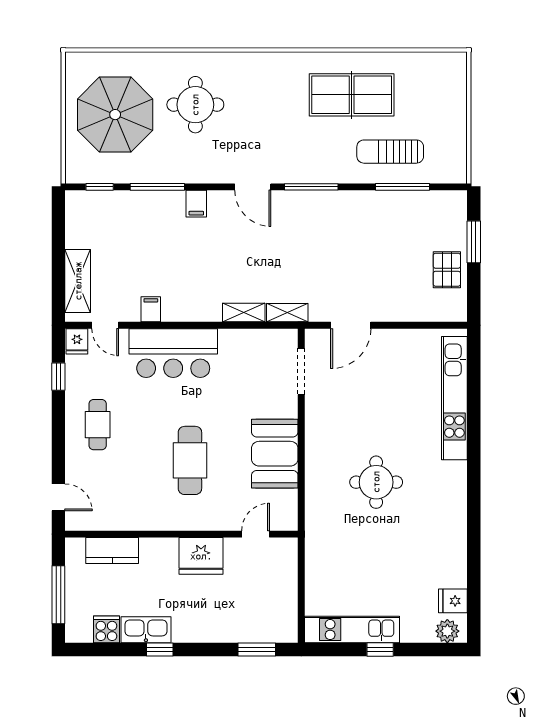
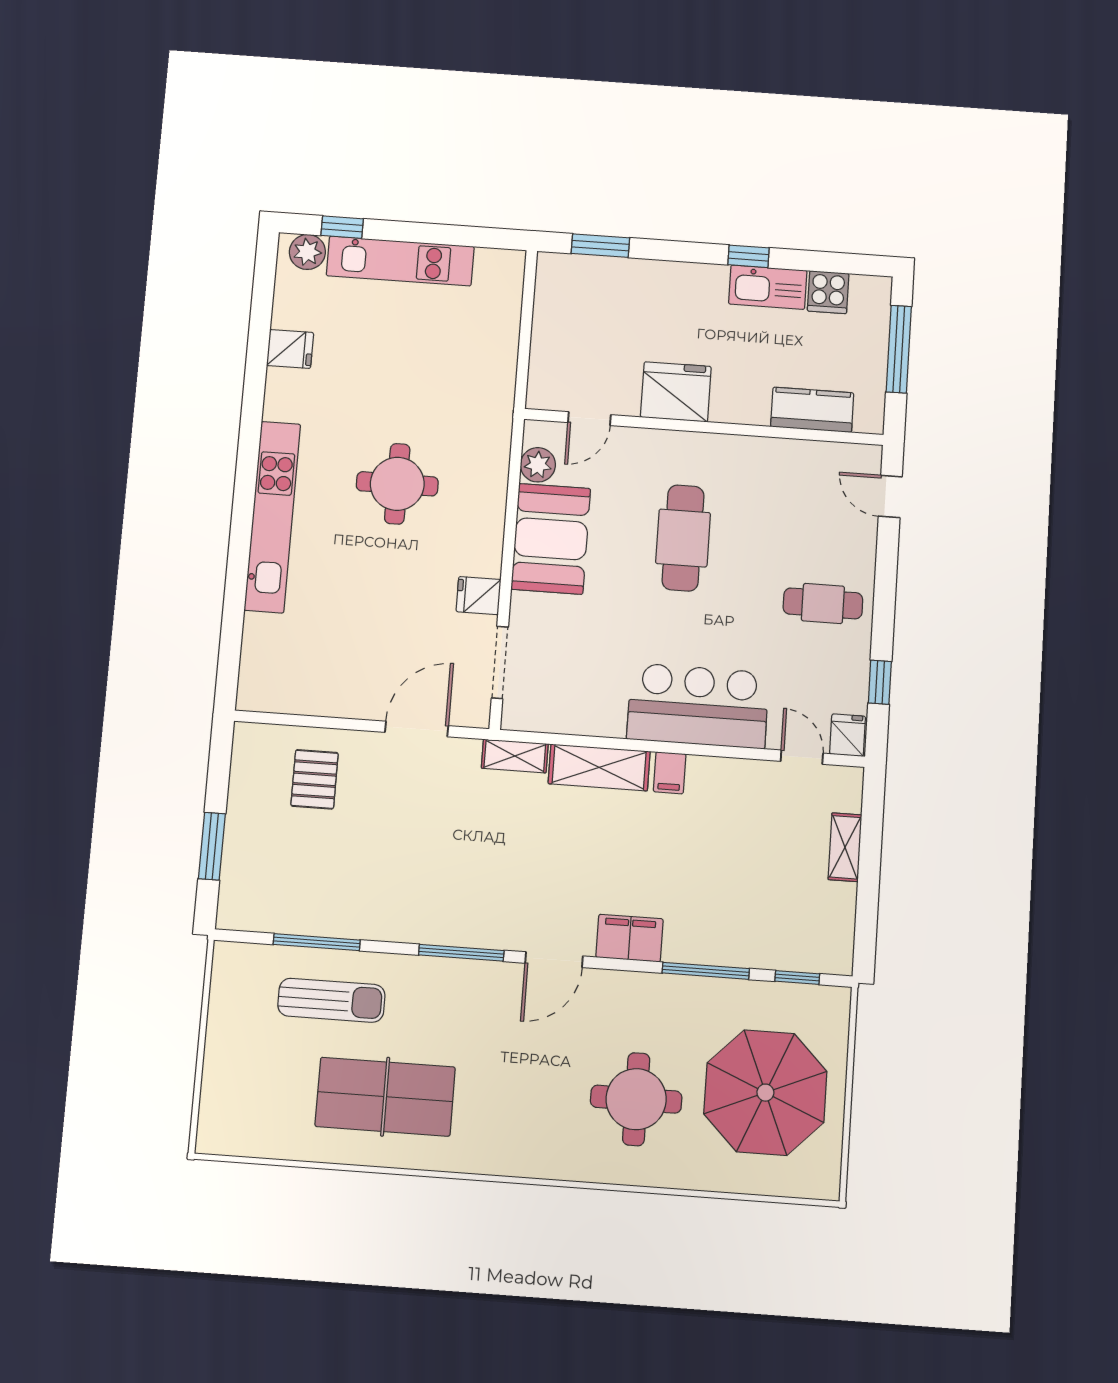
door: (253, 187) -> (554, 960), swing flipped
filing cabinet: (196, 204) -> (630, 938), width x2.00
pallet: (447, 270) -> (315, 779), moved
shelving: (78, 281) -> (845, 847), width x0.67, depth x0.75
filing cabinet: (151, 309) -> (670, 773), moved
shelving: (244, 313) -> (599, 767), width x1.50, depth x1.33
kitchen unit: (454, 398) -> (272, 517), moved
fridge: (318, 414) -> (479, 596), added
cafe table: (98, 425) -> (823, 603), turned 90
plant: (287, 501) -> (538, 465), added
fridge: (453, 601) -> (290, 349), moved
kitchen unit: (352, 630) -> (400, 261), moved
window: (380, 649) -> (342, 227), moved

